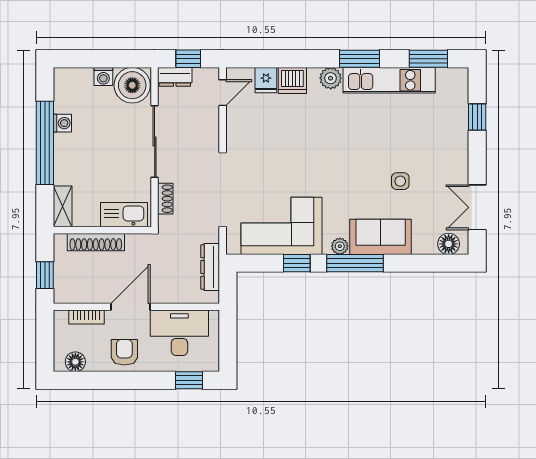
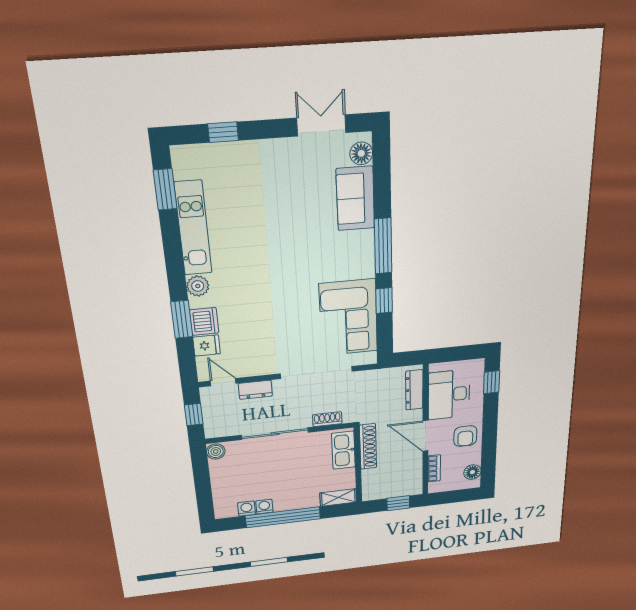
window: (359, 59) -> (182, 319), moved
washing machine: (103, 76) -> (246, 509), moved, turned -90
dresser: (175, 77) -> (255, 390), moved, turned 90
boiler: (132, 85) -> (216, 452), width x0.54, depth x0.54
side table: (400, 181) -> (298, 208), removed
double door: (477, 207) -> (321, 125), swing flipped
sofa: (381, 237) -> (355, 199), moved
shoe rack: (96, 242) -> (368, 447), moved
plant: (340, 246) -> (367, 262), removed
dresser: (210, 267) -> (414, 390), moved, turned 90
armchair: (124, 352) -> (465, 436), turned -90

